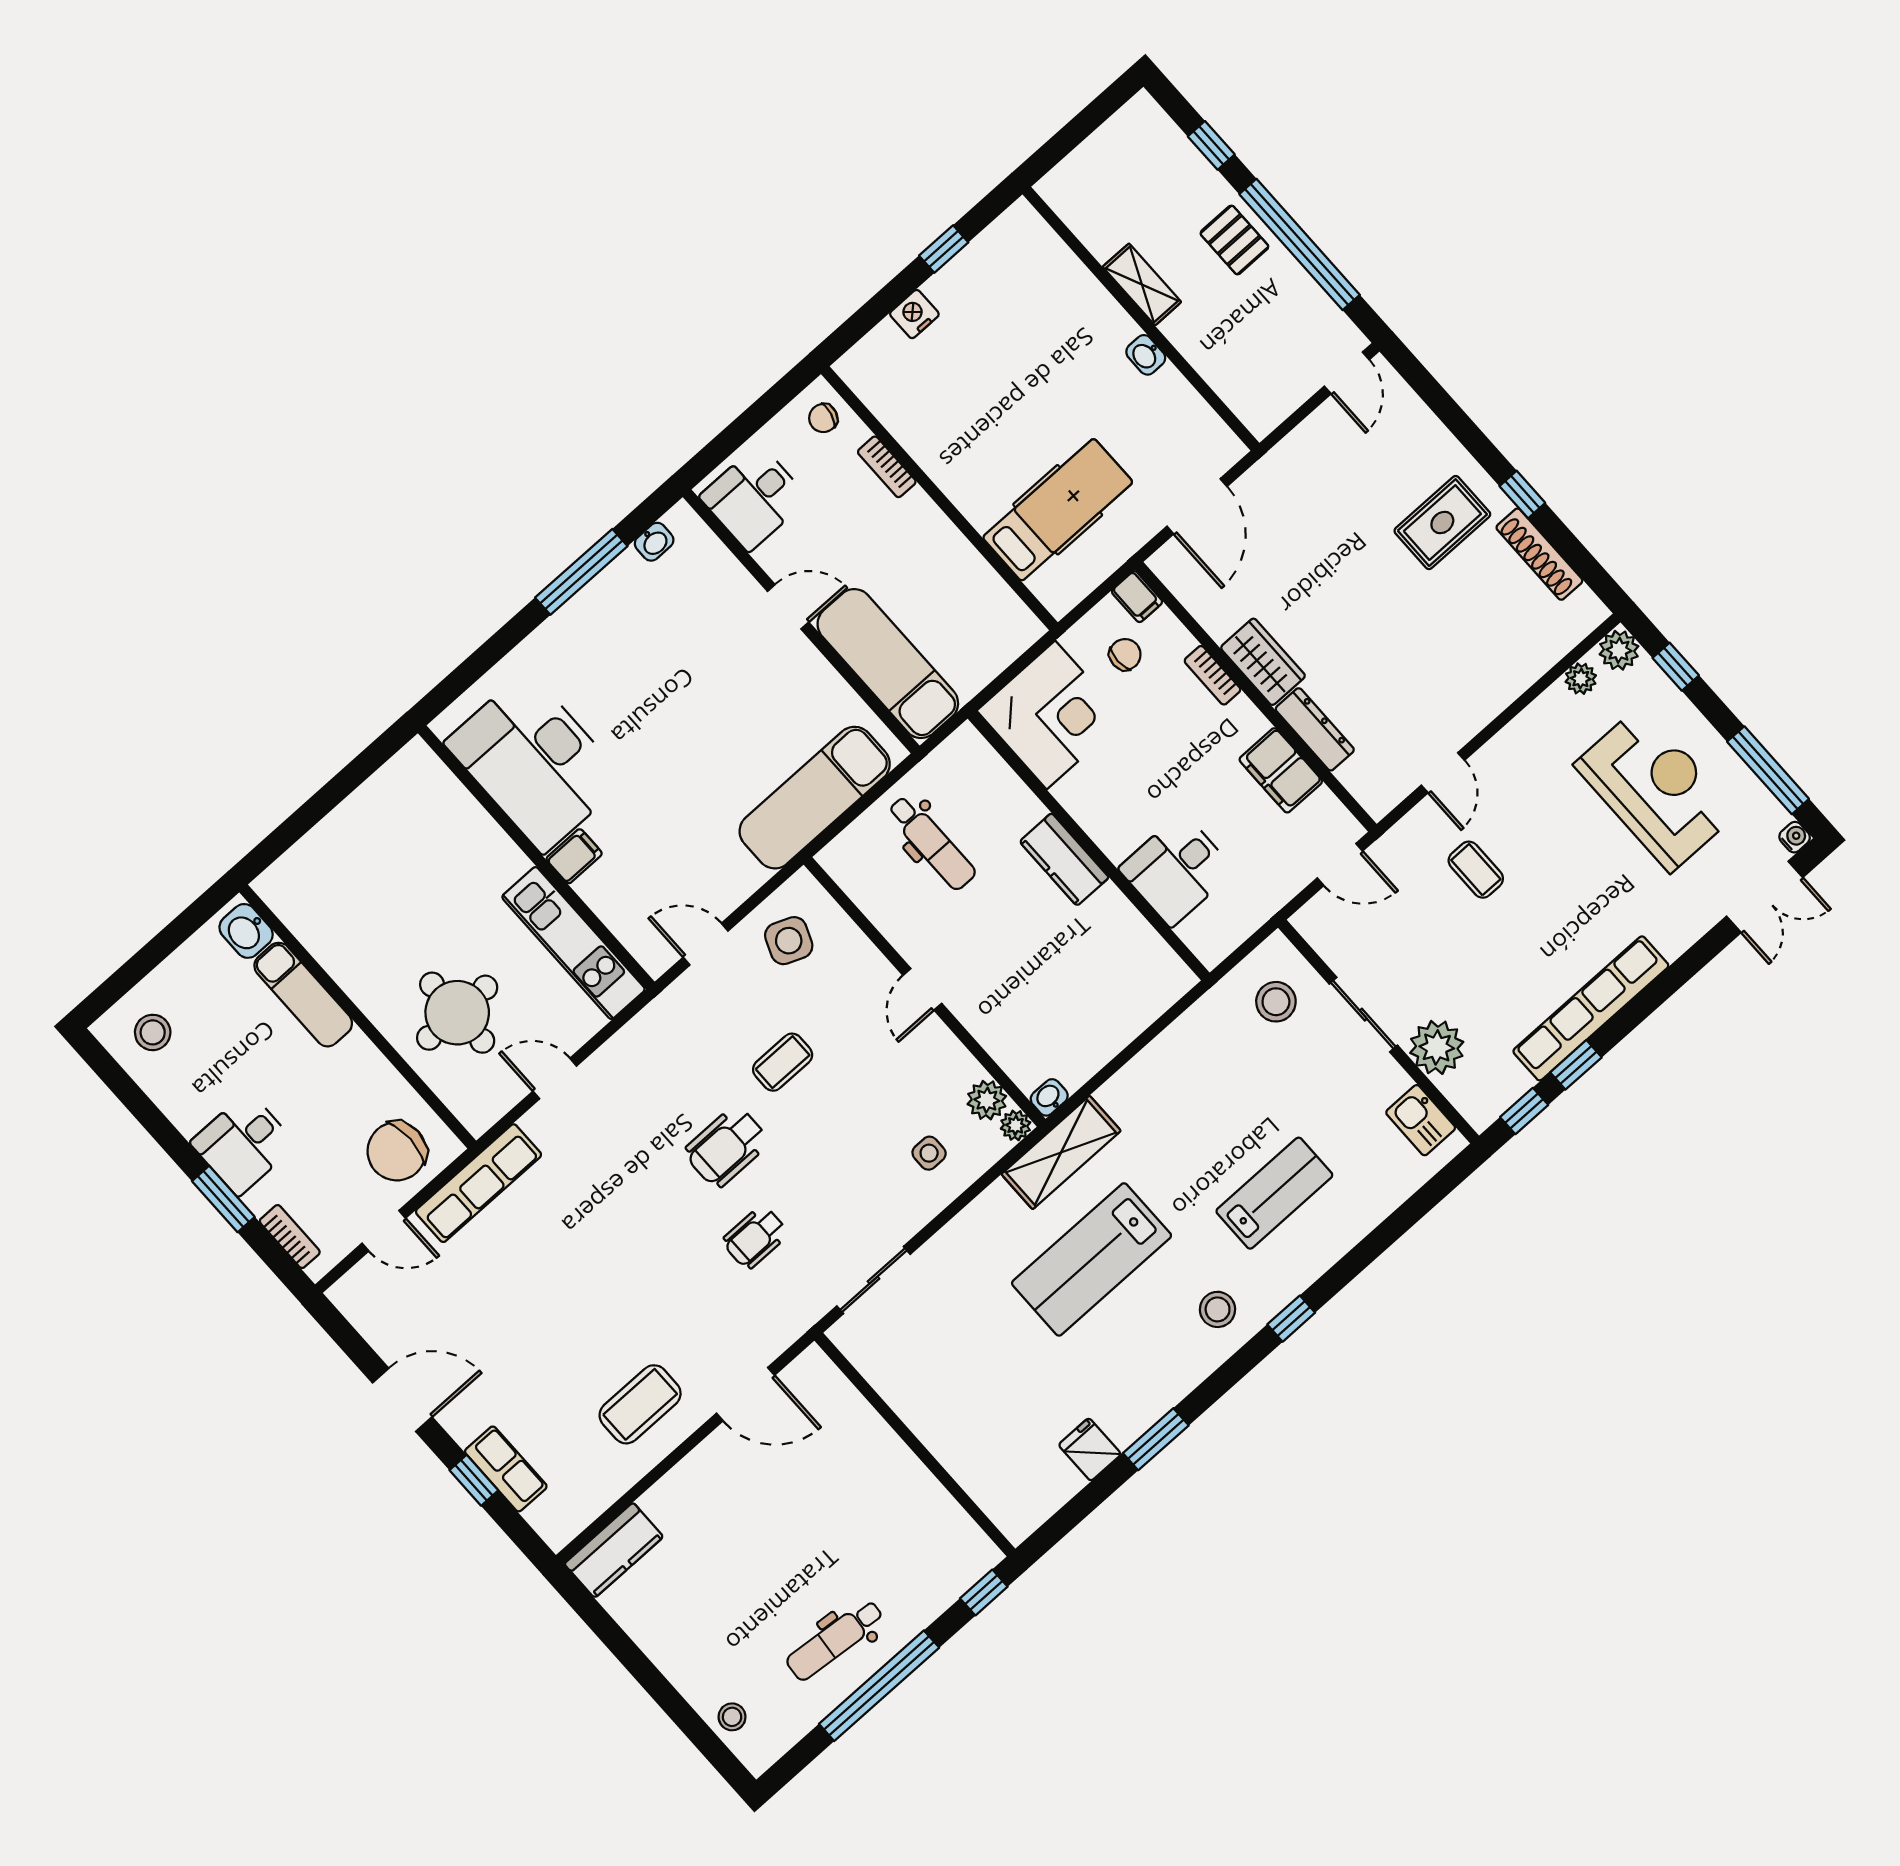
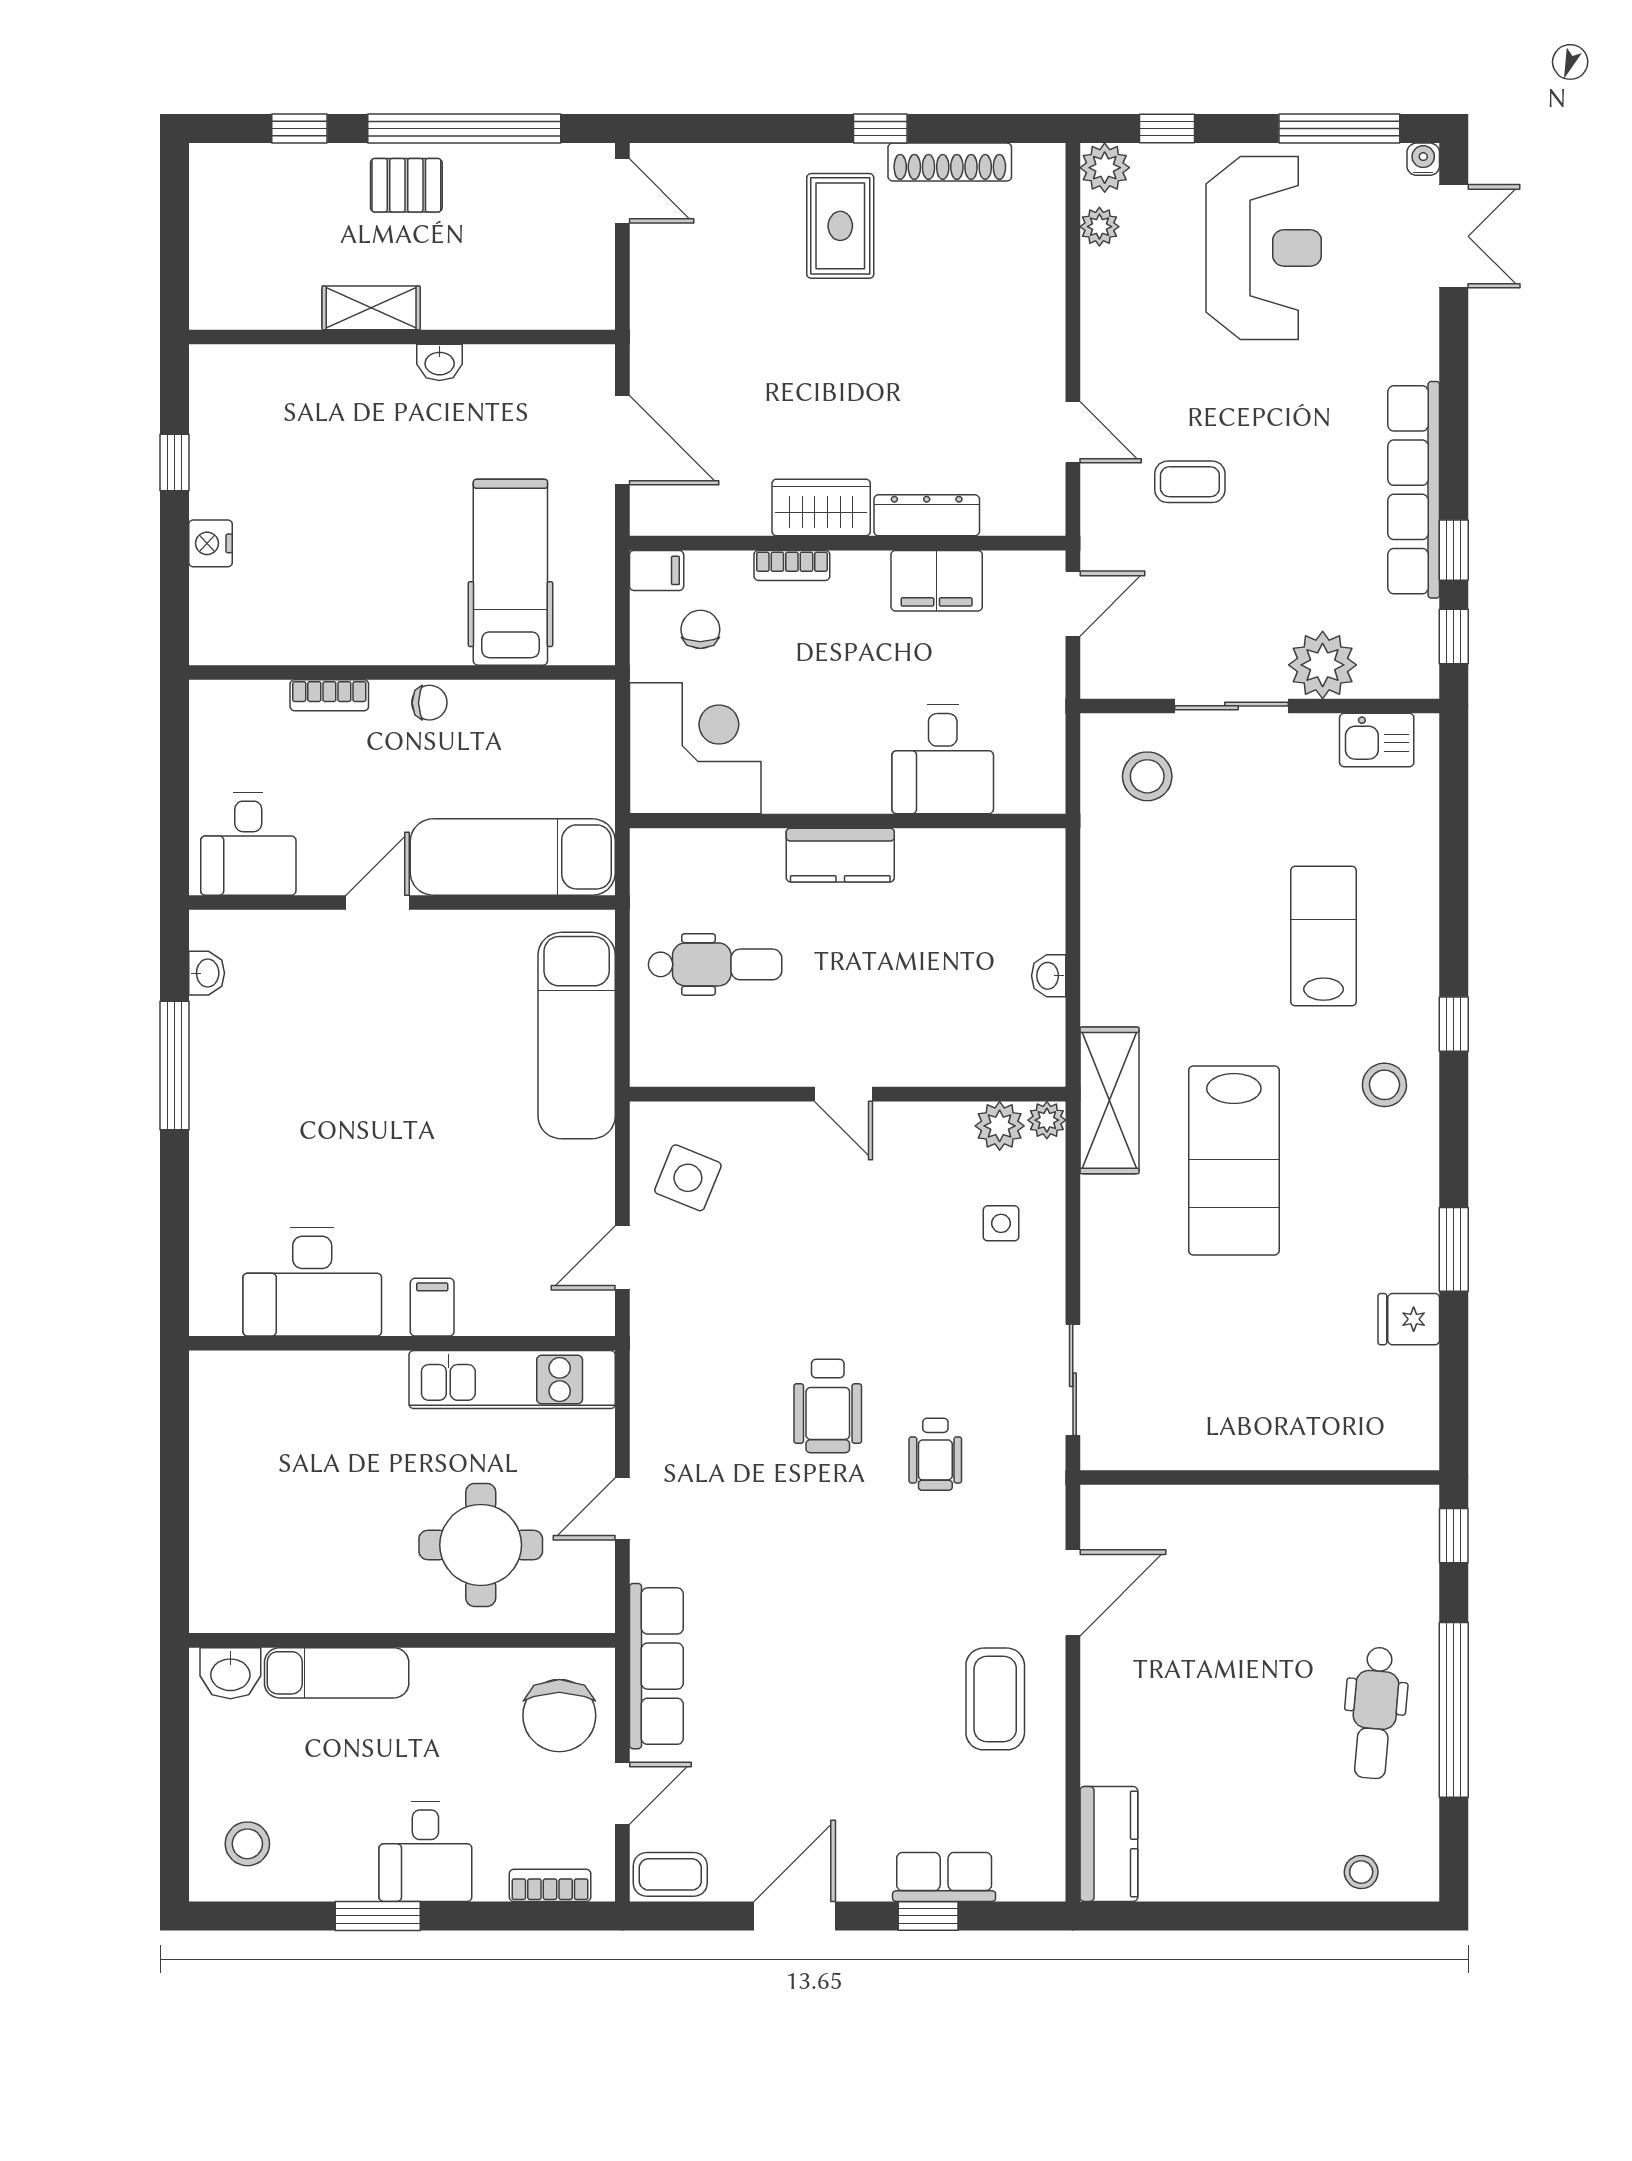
chair: (823, 418) -> (429, 703), moved, turned -104
desk: (535, 762) -> (312, 1282), width x0.73, depth x0.77
reception desk: (1656, 789) -> (1264, 248), turned 90
coffee table: (783, 1062) -> (670, 1874), moved, turned 90
washbasin: (1049, 1097) -> (1049, 976), moved
window: (223, 1199) -> (378, 1916), moved

